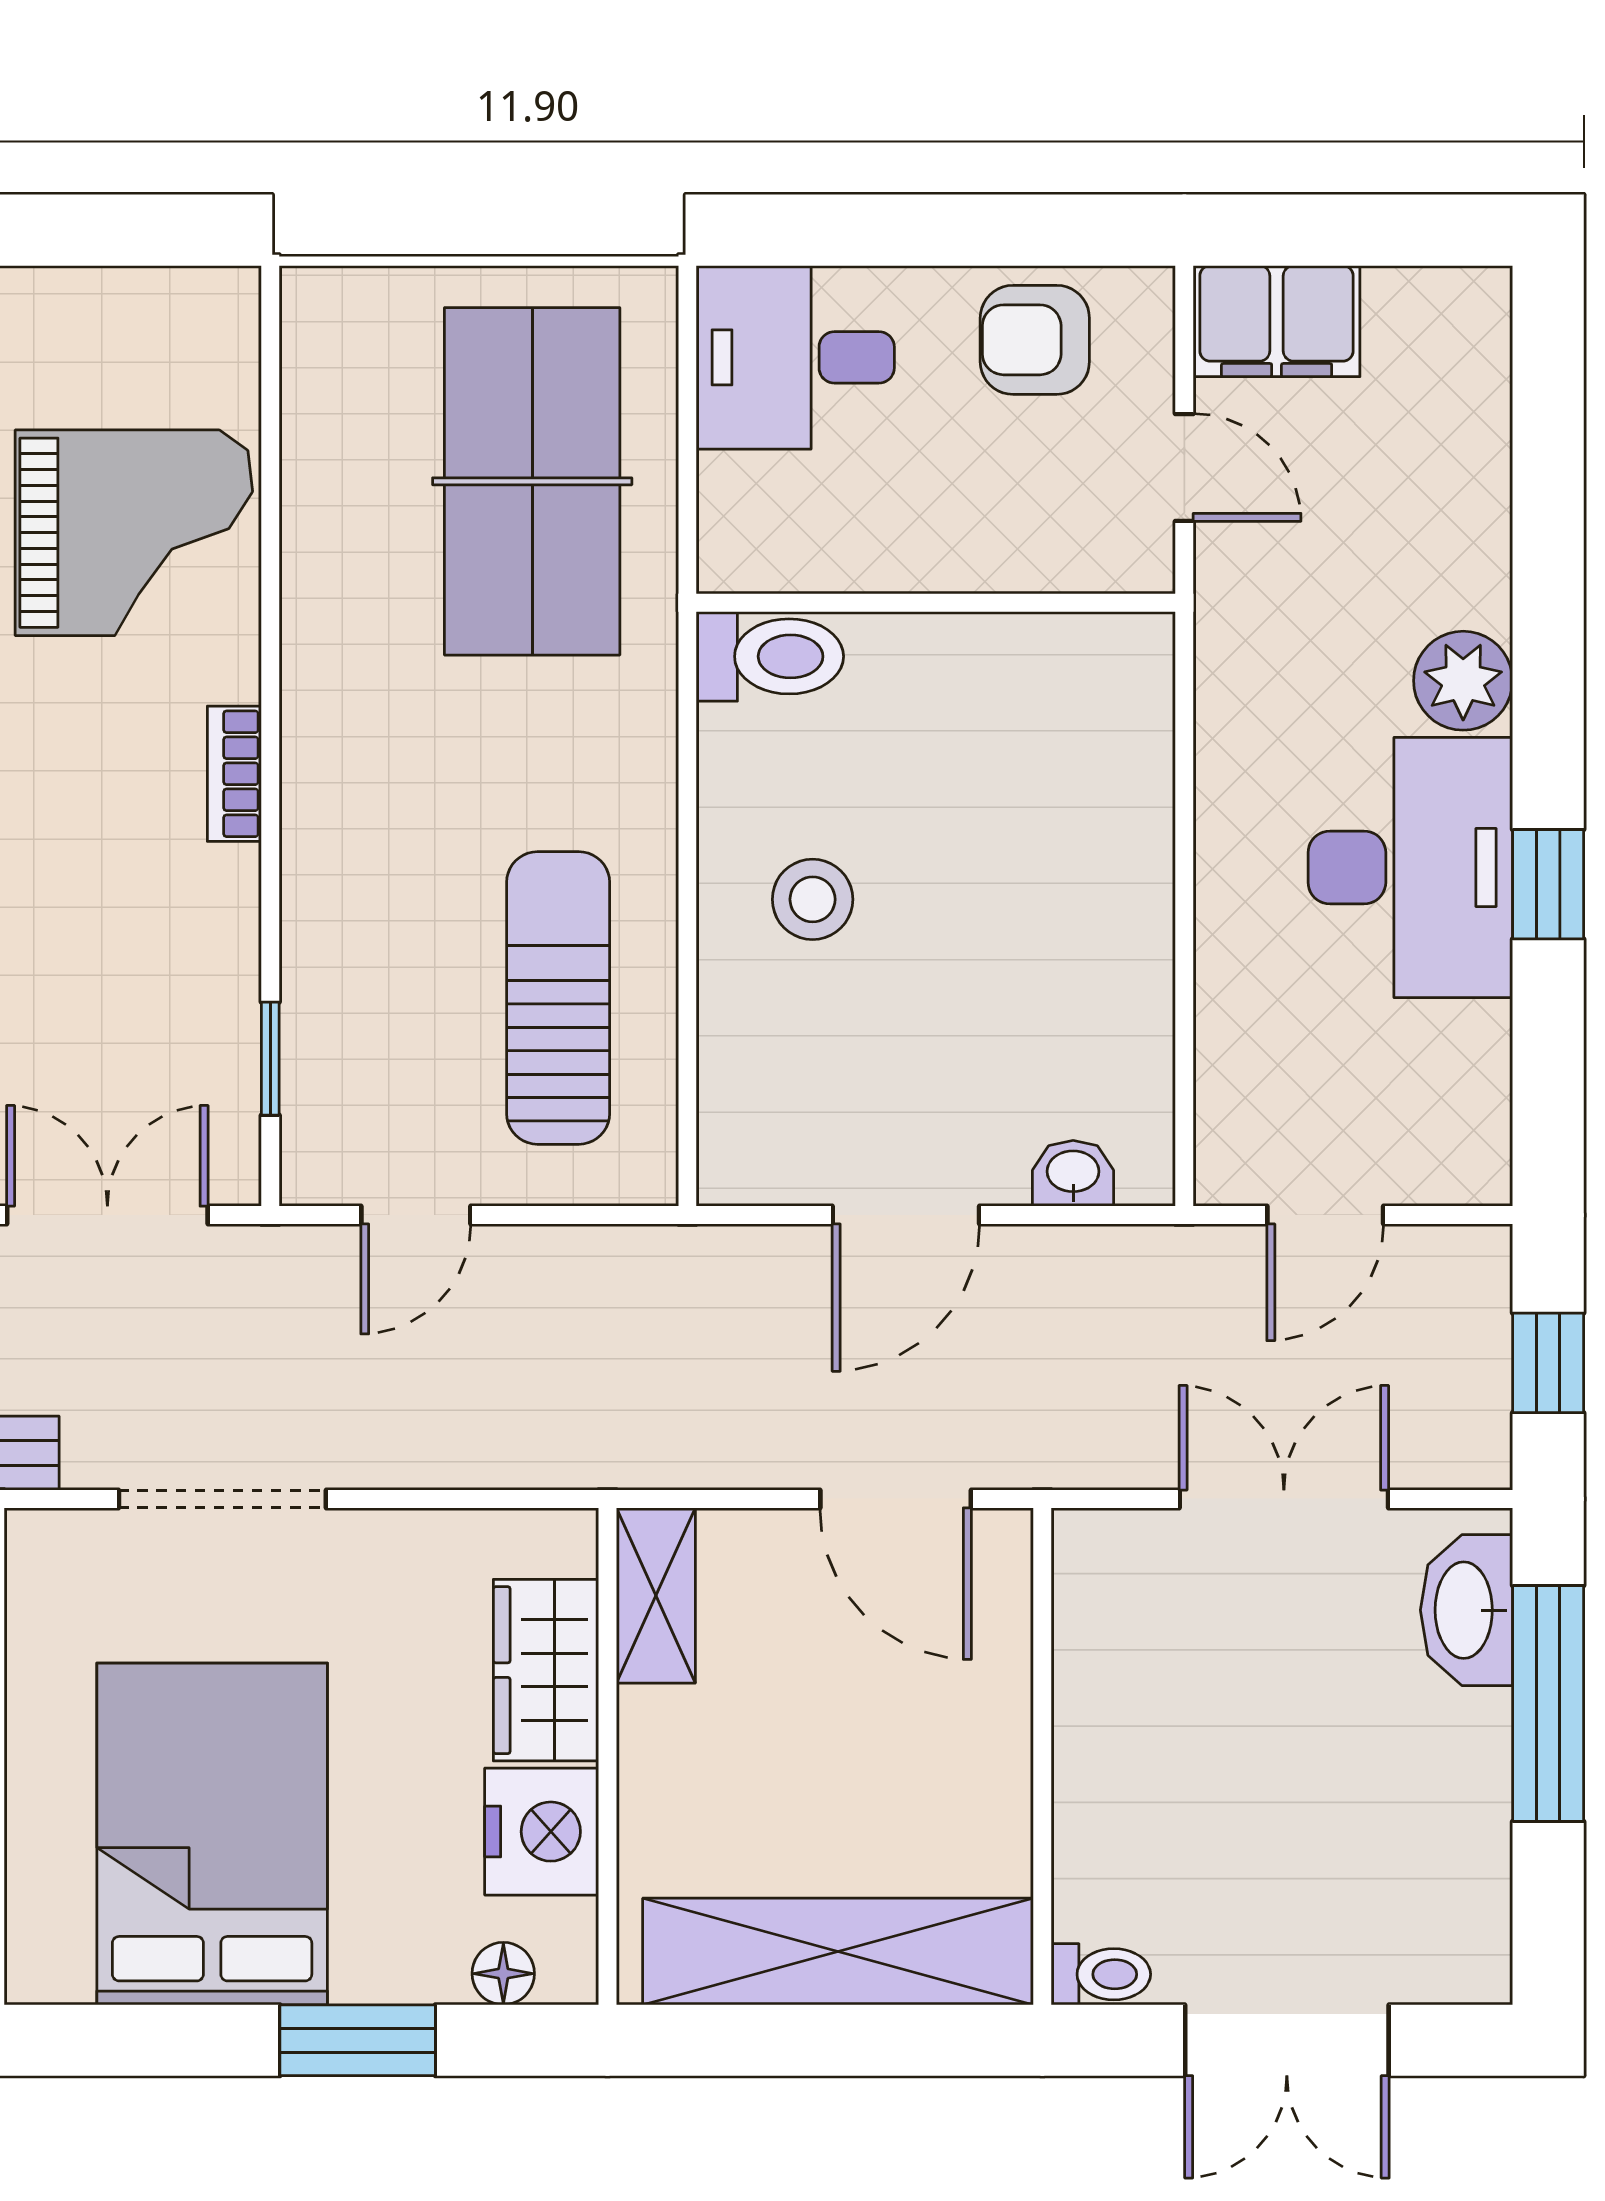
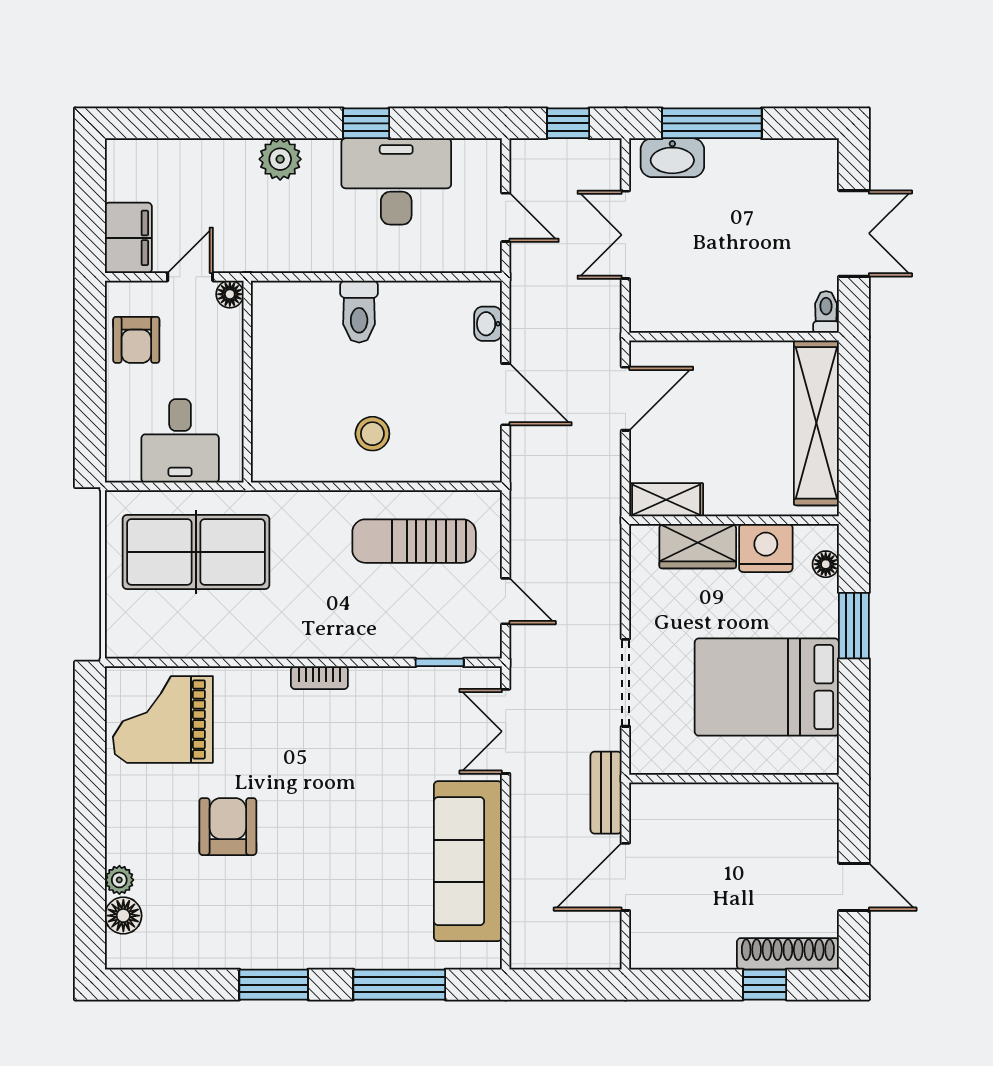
desk: (795, 357) -> (180, 441), moved
grand piano: (134, 533) -> (163, 719), moved, turned -90
floor lamp: (1143, 561) -> (230, 294), added
toilet: (770, 656) -> (359, 312), moved, turned 180
desk: (1410, 868) -> (396, 181), moved

